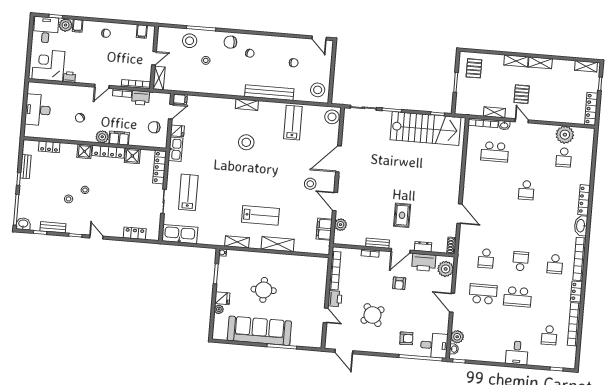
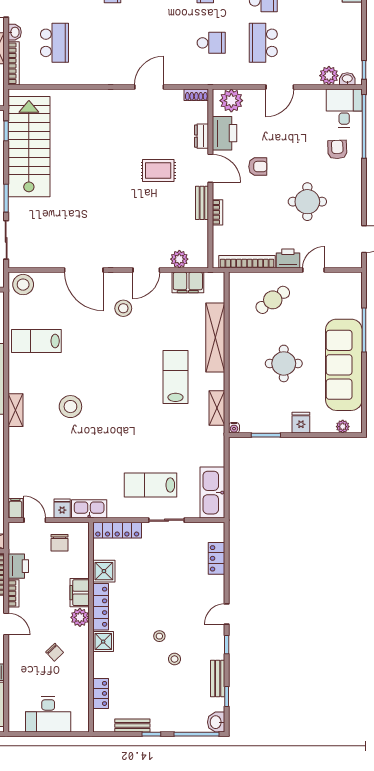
shelving: (278, 244) -> (215, 338), width x1.47
cafe table: (308, 286) -> (273, 300), added
plant: (219, 309) -> (343, 427), moved
round table: (372, 315) -> (307, 202), turned 37

